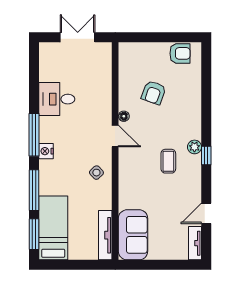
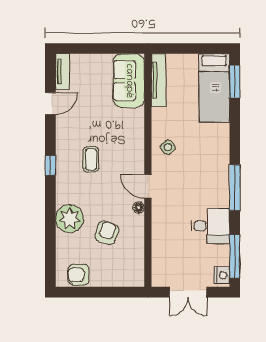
plant: (194, 147) -> (70, 219), moved, width x1.88, depth x1.88
nightstand: (46, 151) -> (222, 275), moved
window: (34, 190) -> (235, 256), moved

